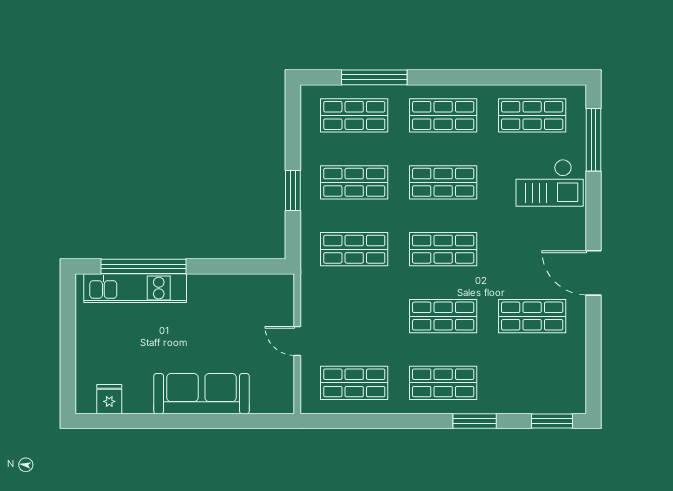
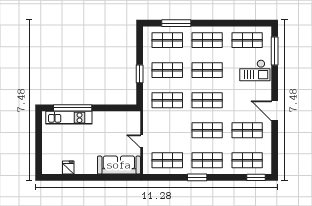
shop shelf: (532, 383) -> (247, 160), added
sofa: (202, 394) -> (119, 165), moved
fridge: (109, 399) -> (68, 168), moved
window: (475, 421) -> (197, 177), moved

